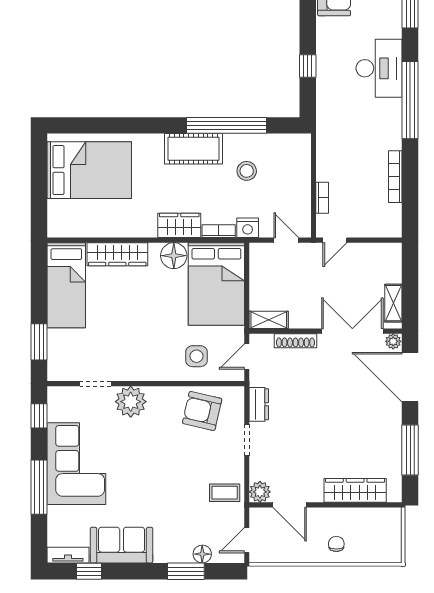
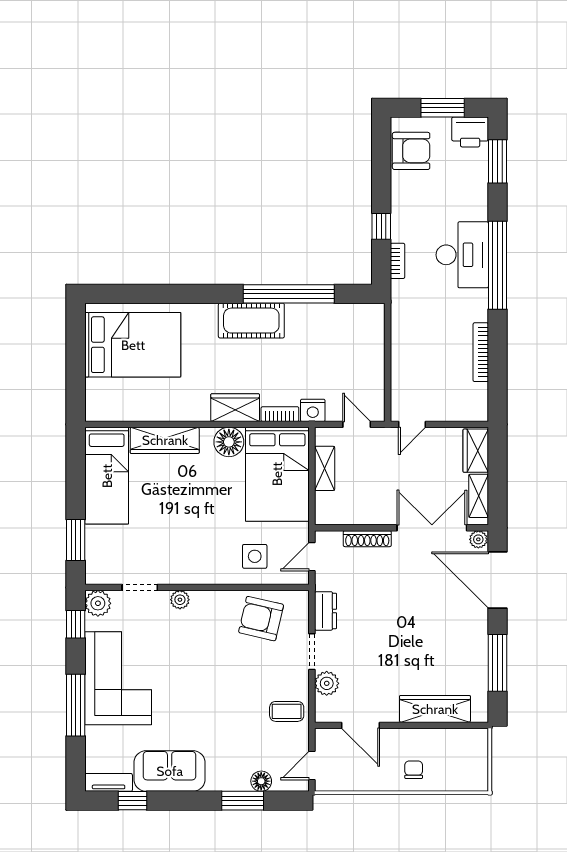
desk: (379, 68) -> (462, 255), moved
stool: (247, 171) -> (312, 346), removed
bookcase: (322, 198) -> (398, 261), moved
wardrobe: (391, 263) -> (476, 451), added
shelving: (269, 320) -> (325, 468), moved, turned 90
plant: (59, 398) -> (98, 603), added
plant: (131, 402) -> (180, 600), width x0.53, depth x0.53
plant: (260, 492) -> (327, 683), moved

